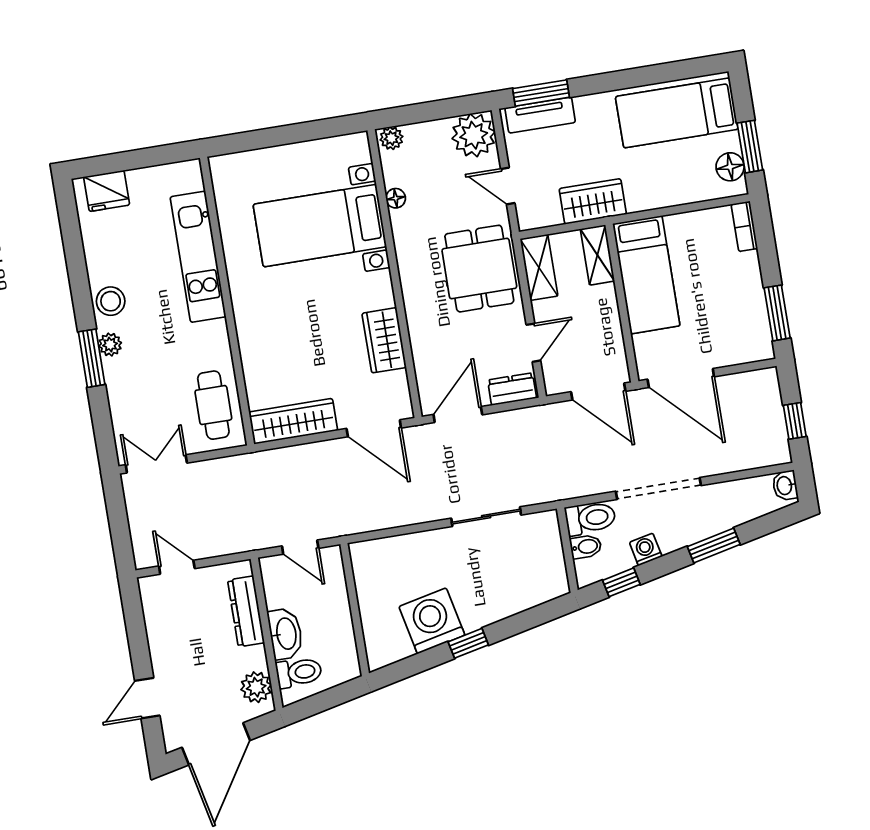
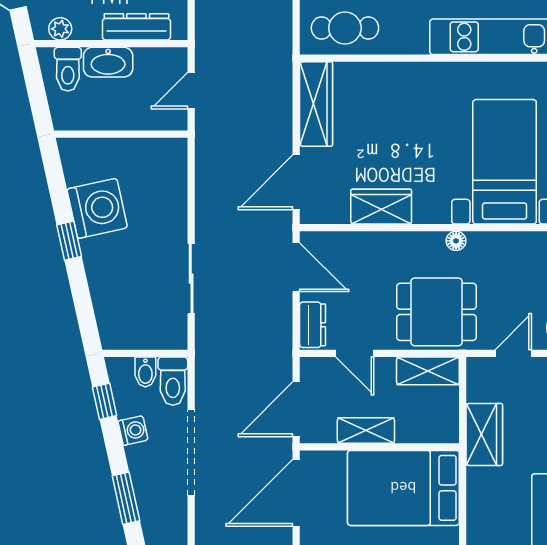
floor lamp: (396, 198) -> (456, 241), moved
shelving: (597, 255) -> (366, 430), moved
bed: (646, 275) -> (403, 488), width x1.50
plant: (256, 687) -> (60, 29), width x0.73, depth x0.73

